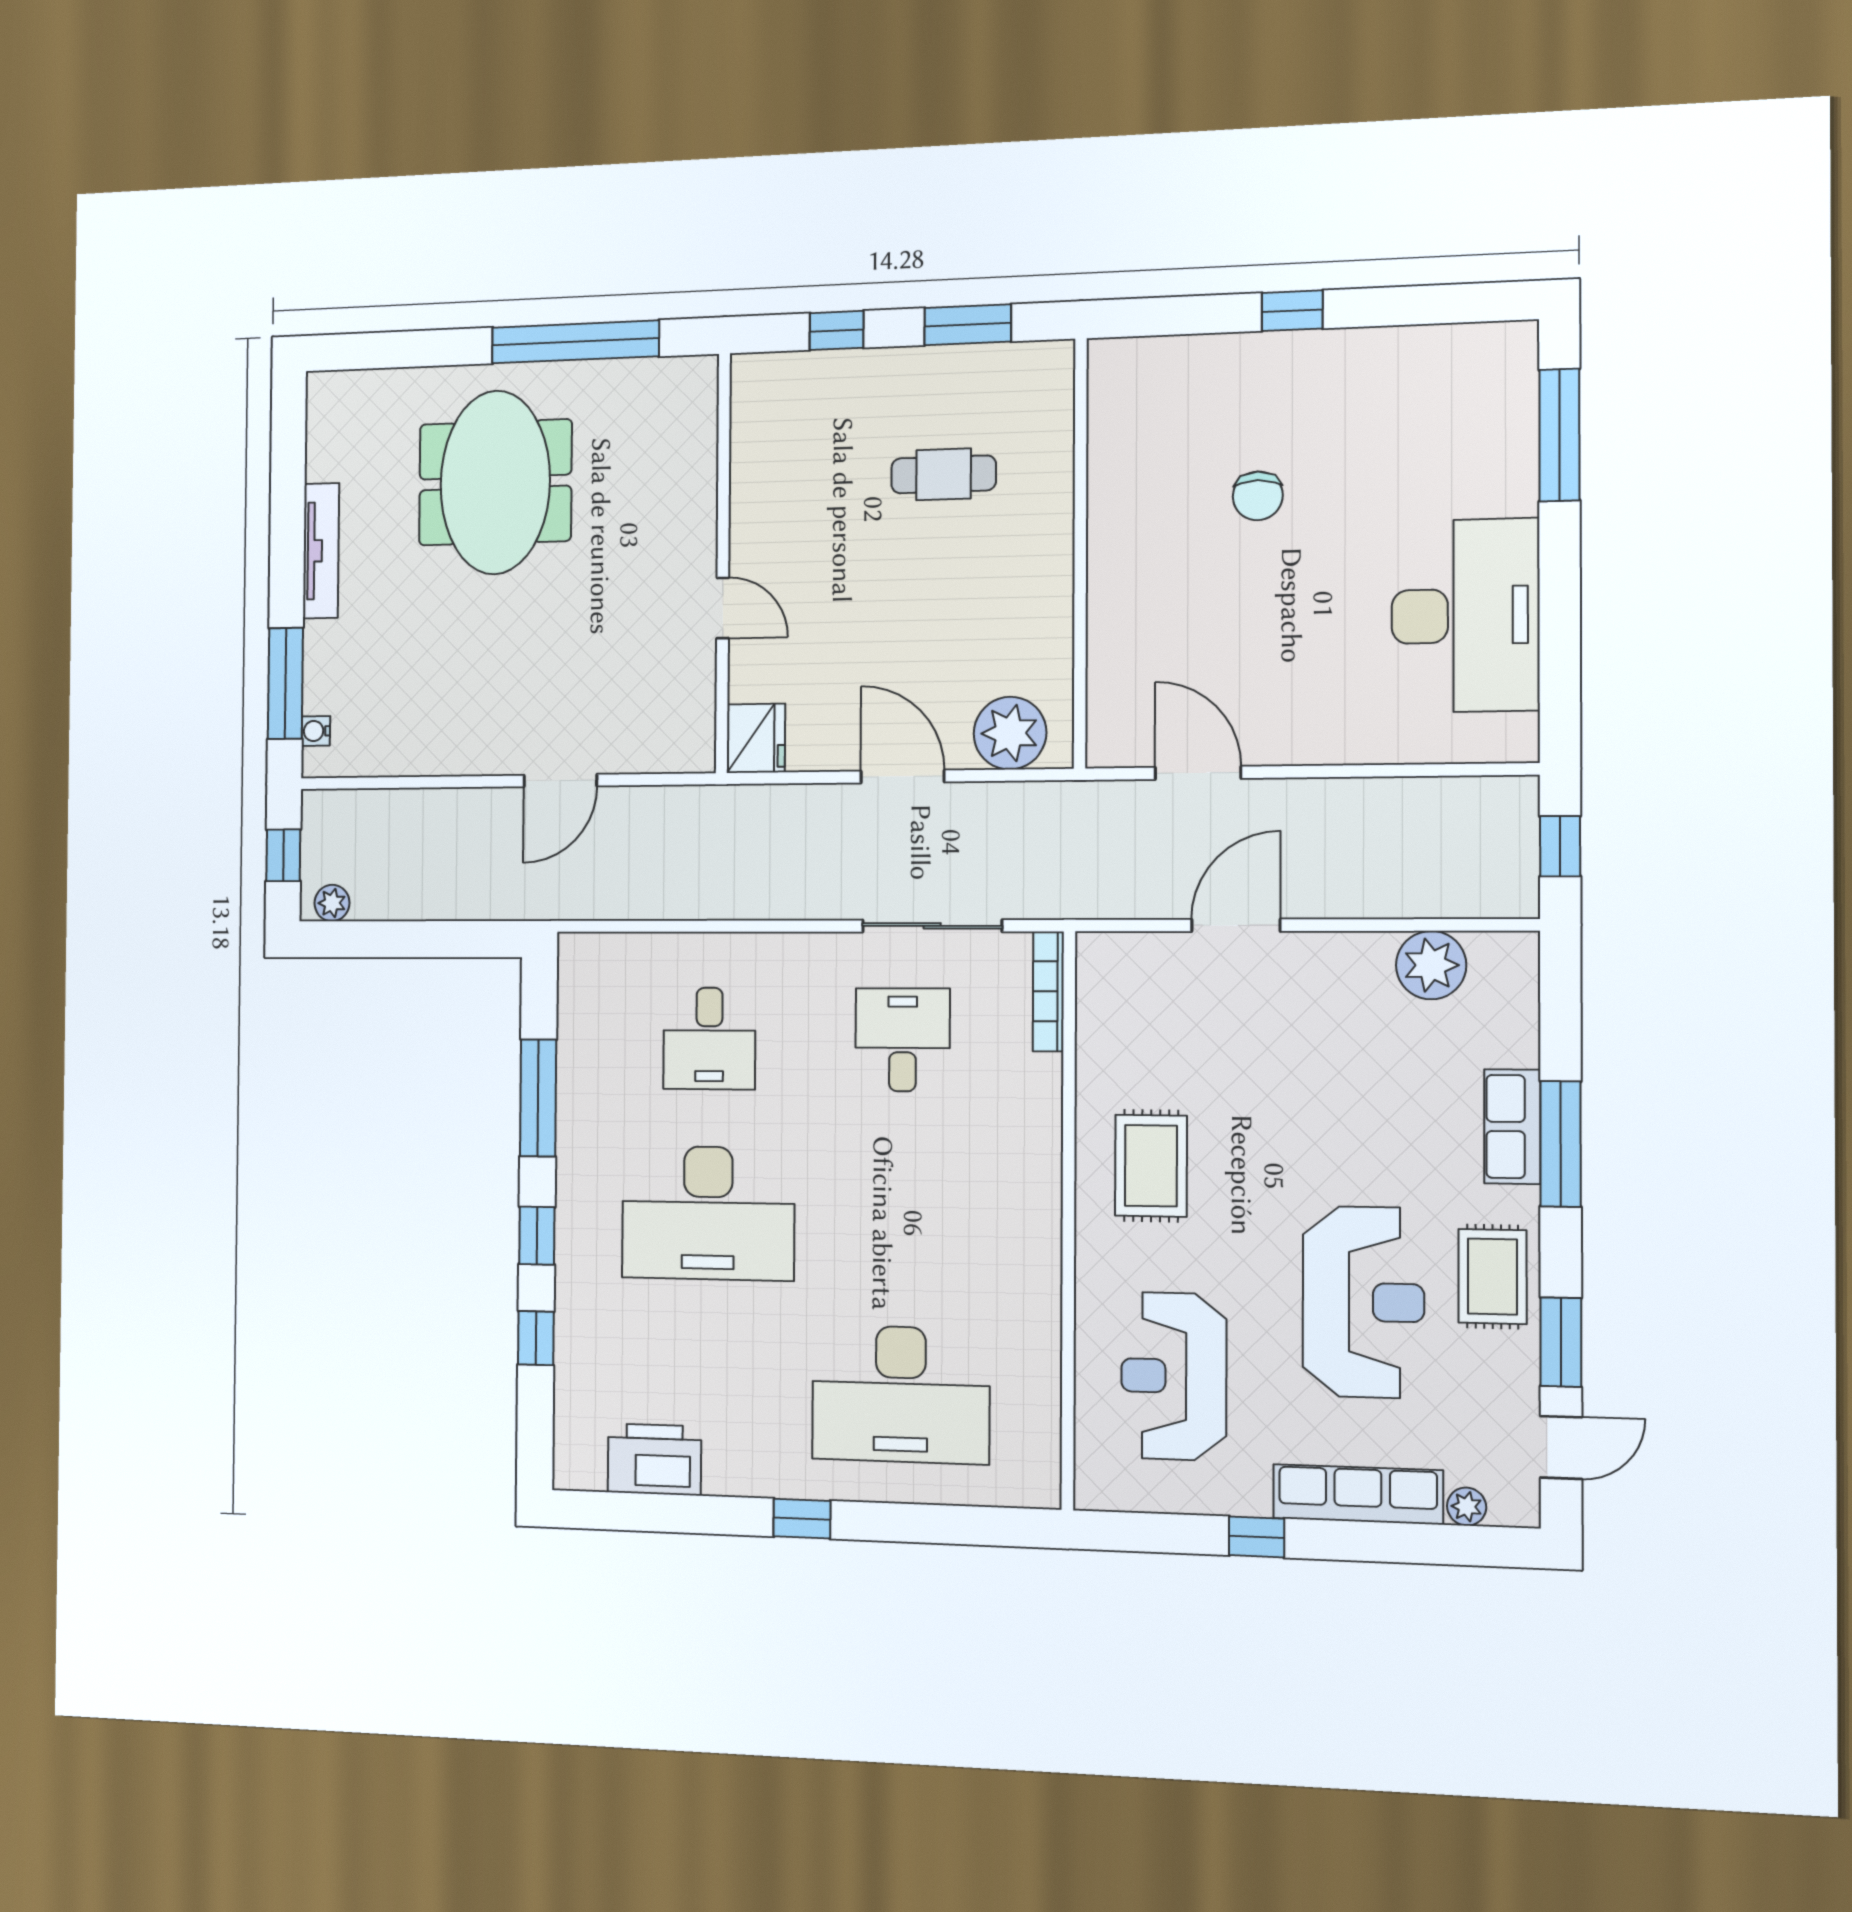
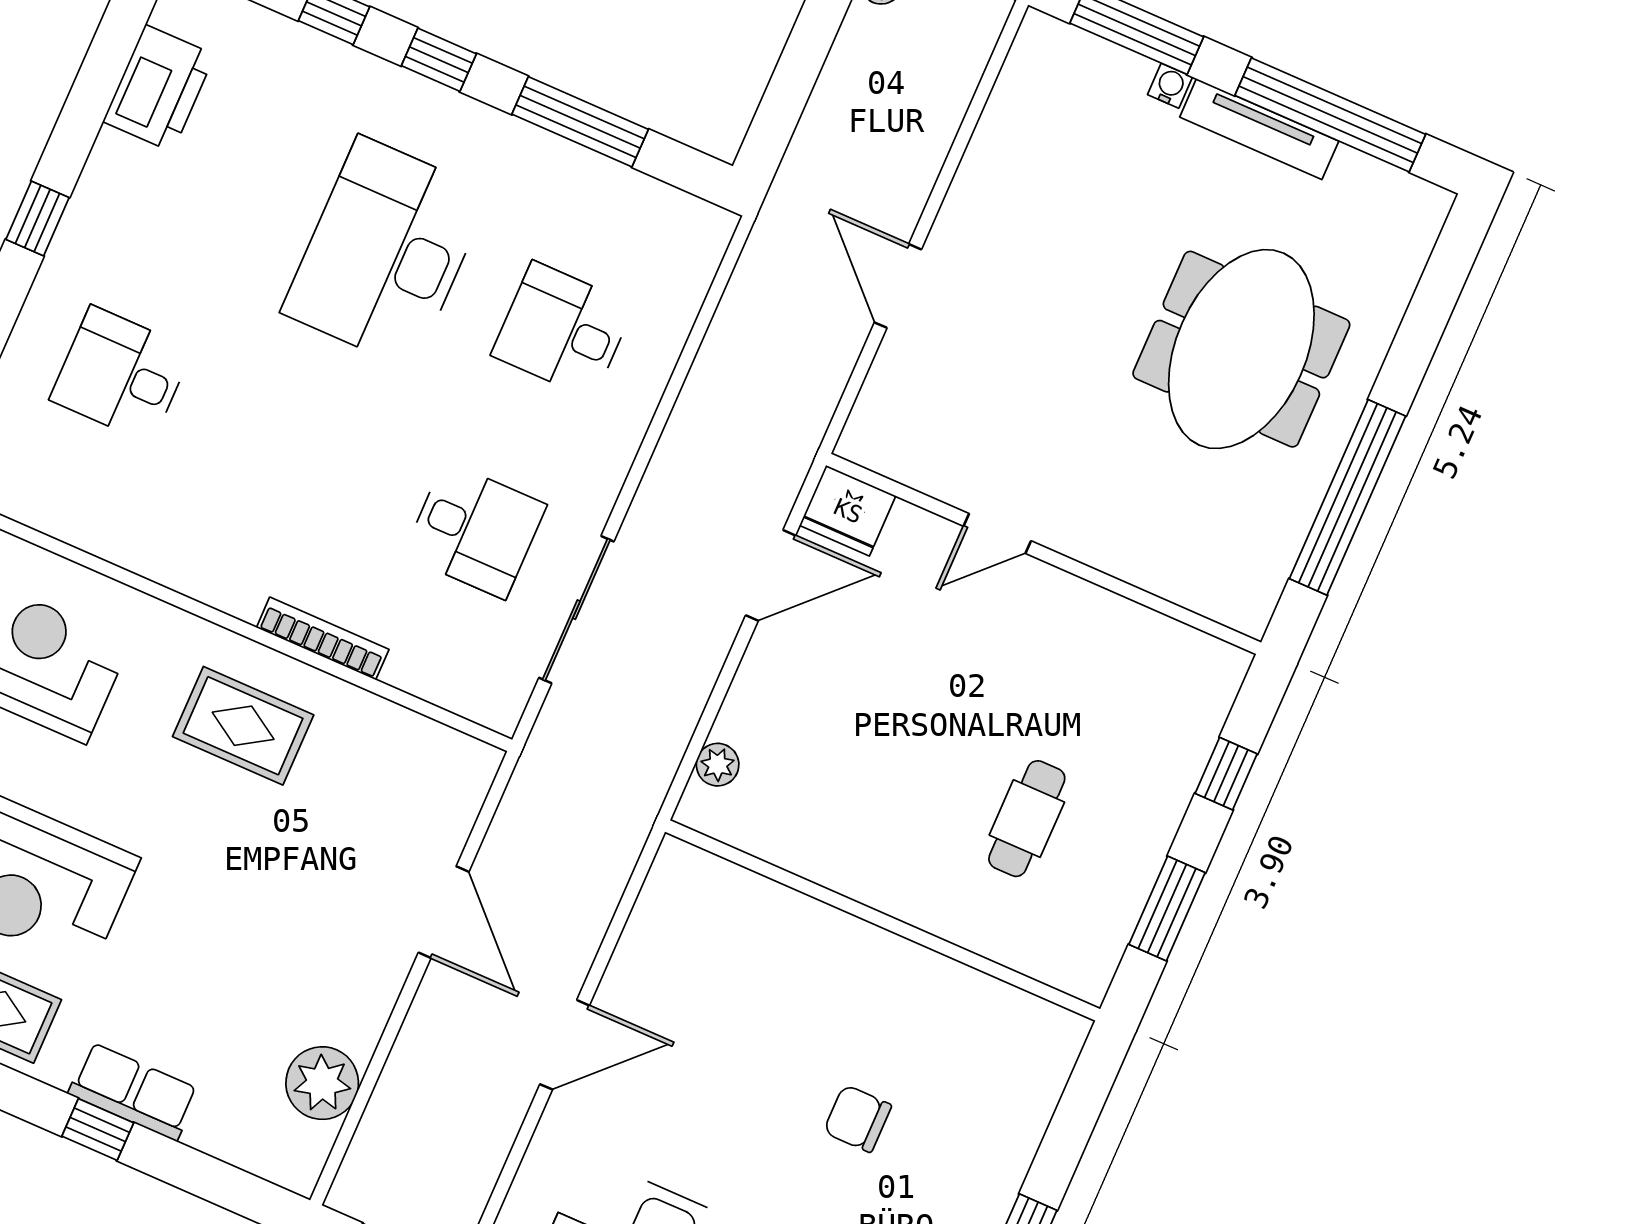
meeting table: (495, 482) -> (1241, 349), turned 90
window: (288, 500) -> (1330, 115), added
water cooler: (316, 731) -> (1170, 86), moved
plant: (1010, 733) -> (718, 765), width x0.53, depth x0.53
door: (1198, 773) -> (565, 1045), moved
door: (902, 776) -> (771, 575), moved
bookcase: (1048, 991) -> (323, 638), moved
window: (1561, 1144) -> (98, 1130), width x0.46
desk: (901, 1394) -> (121, 375), width x0.53, depth x0.77

